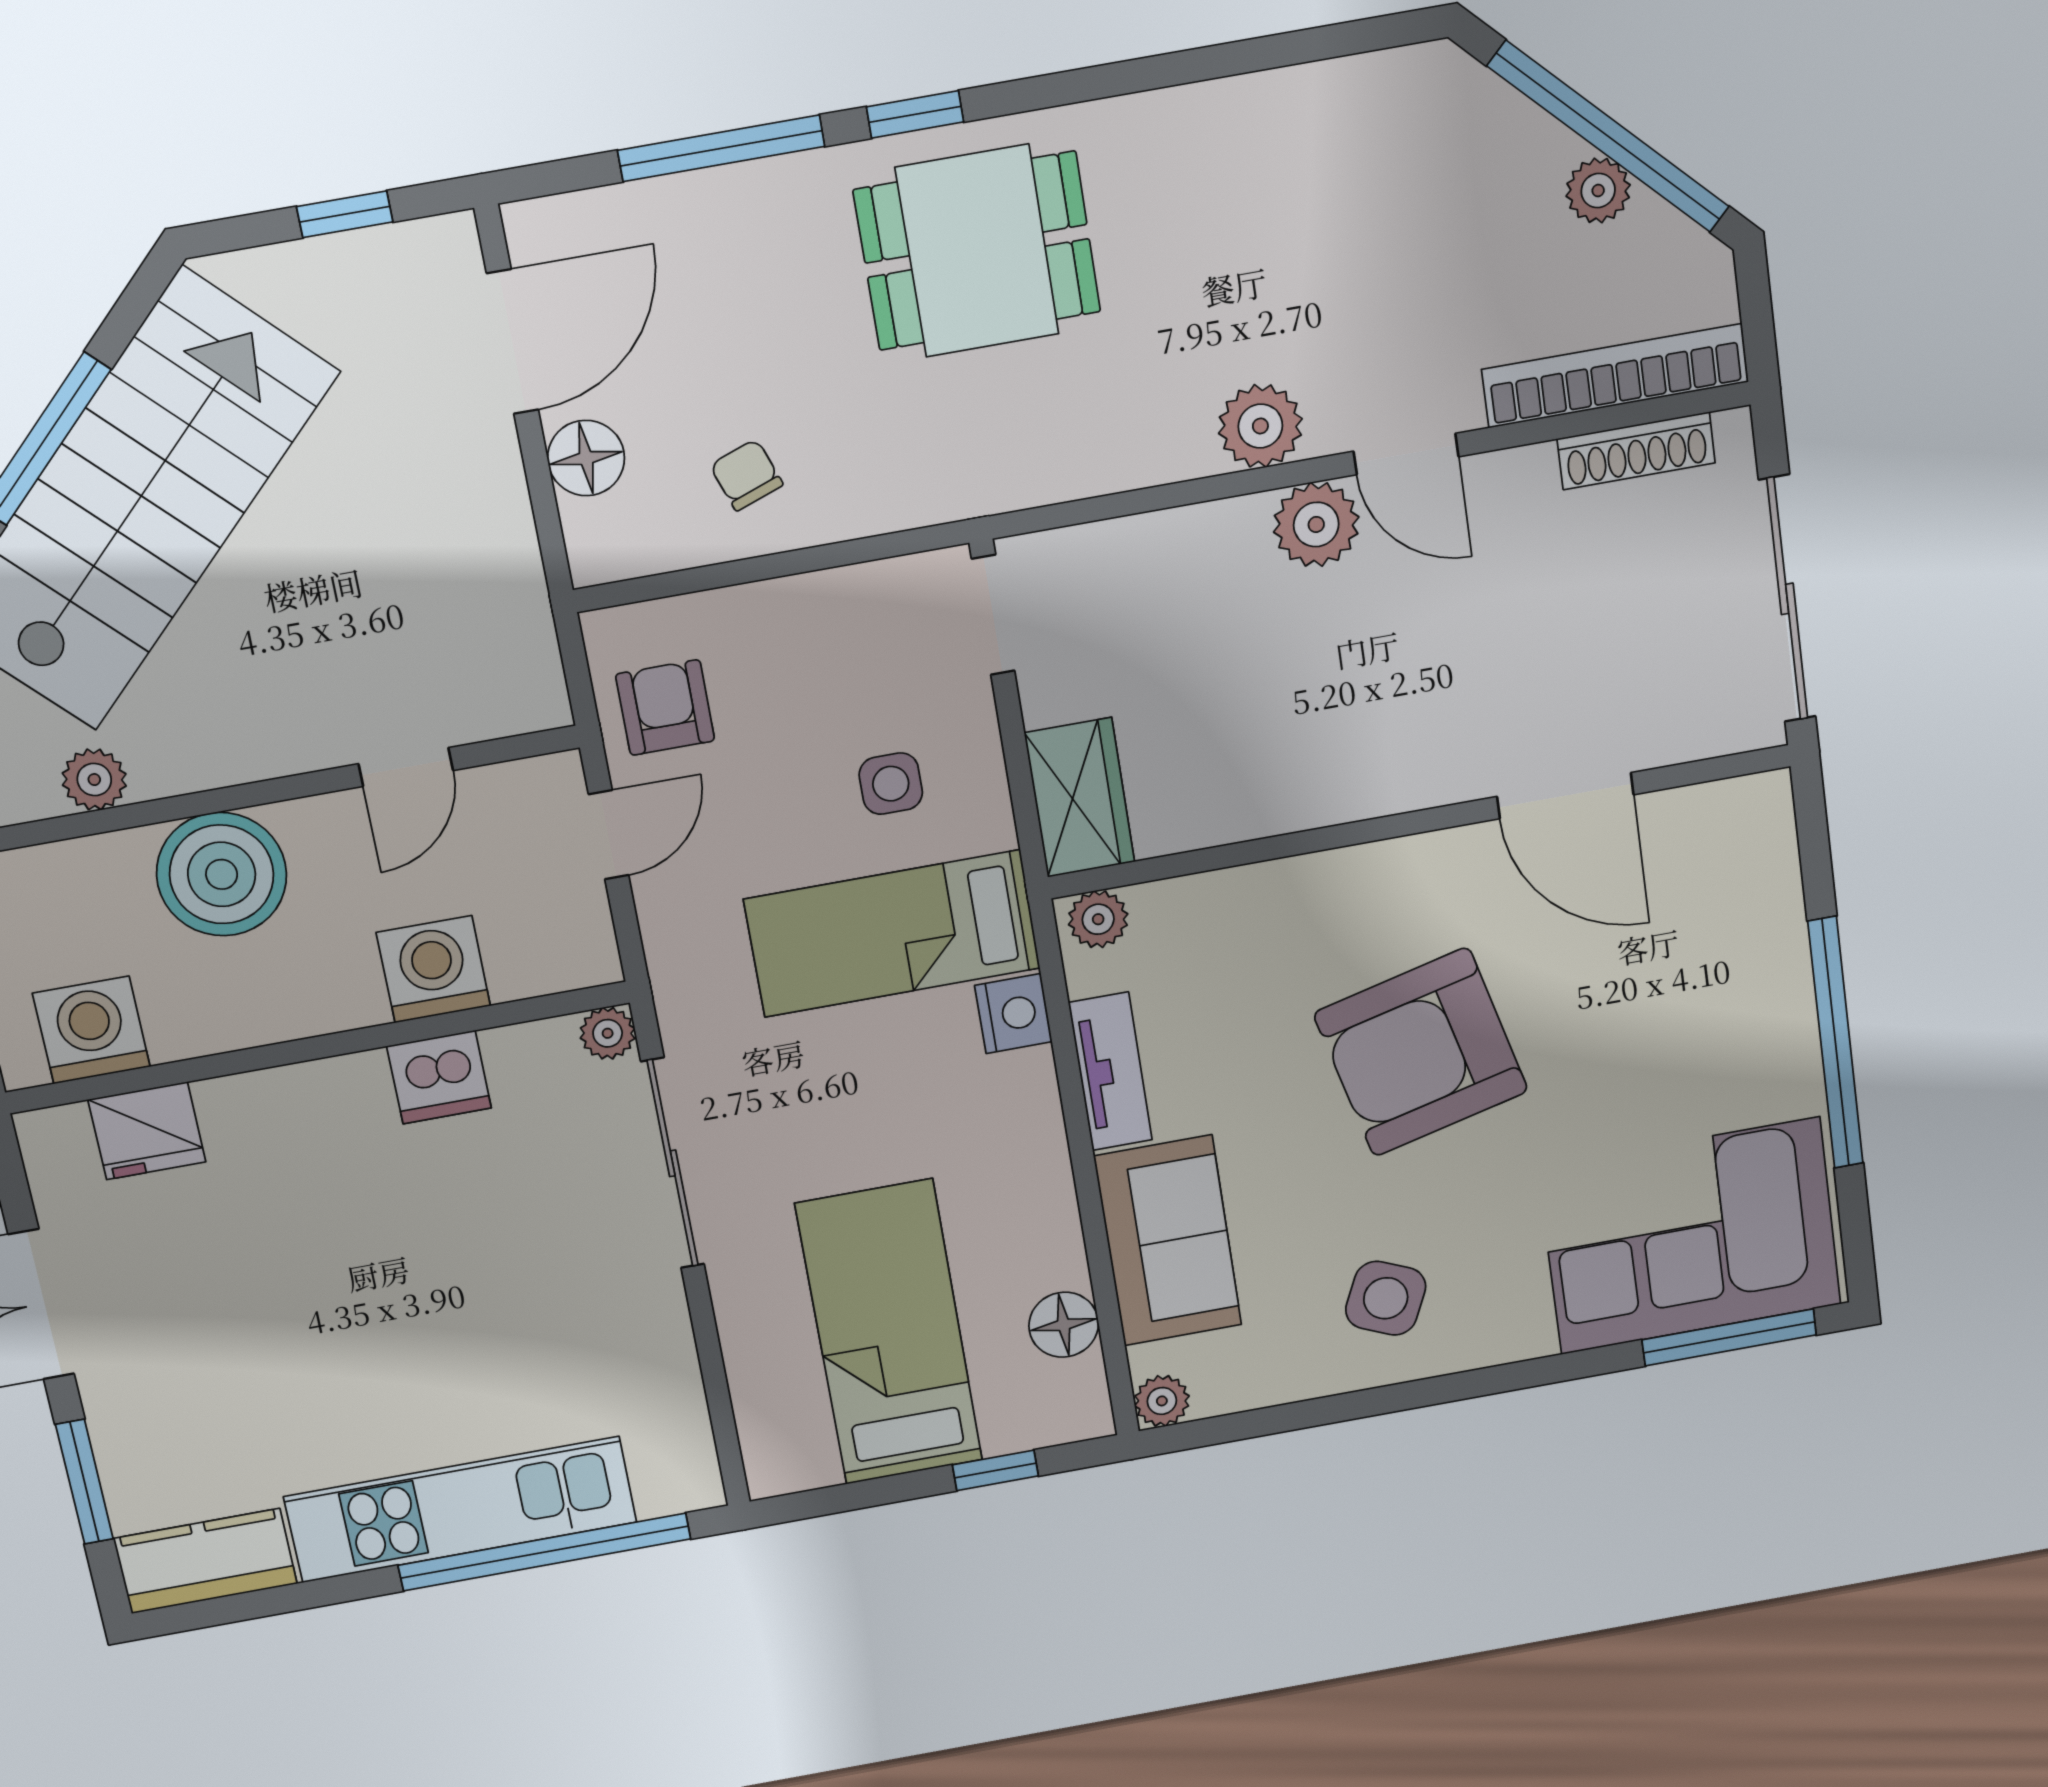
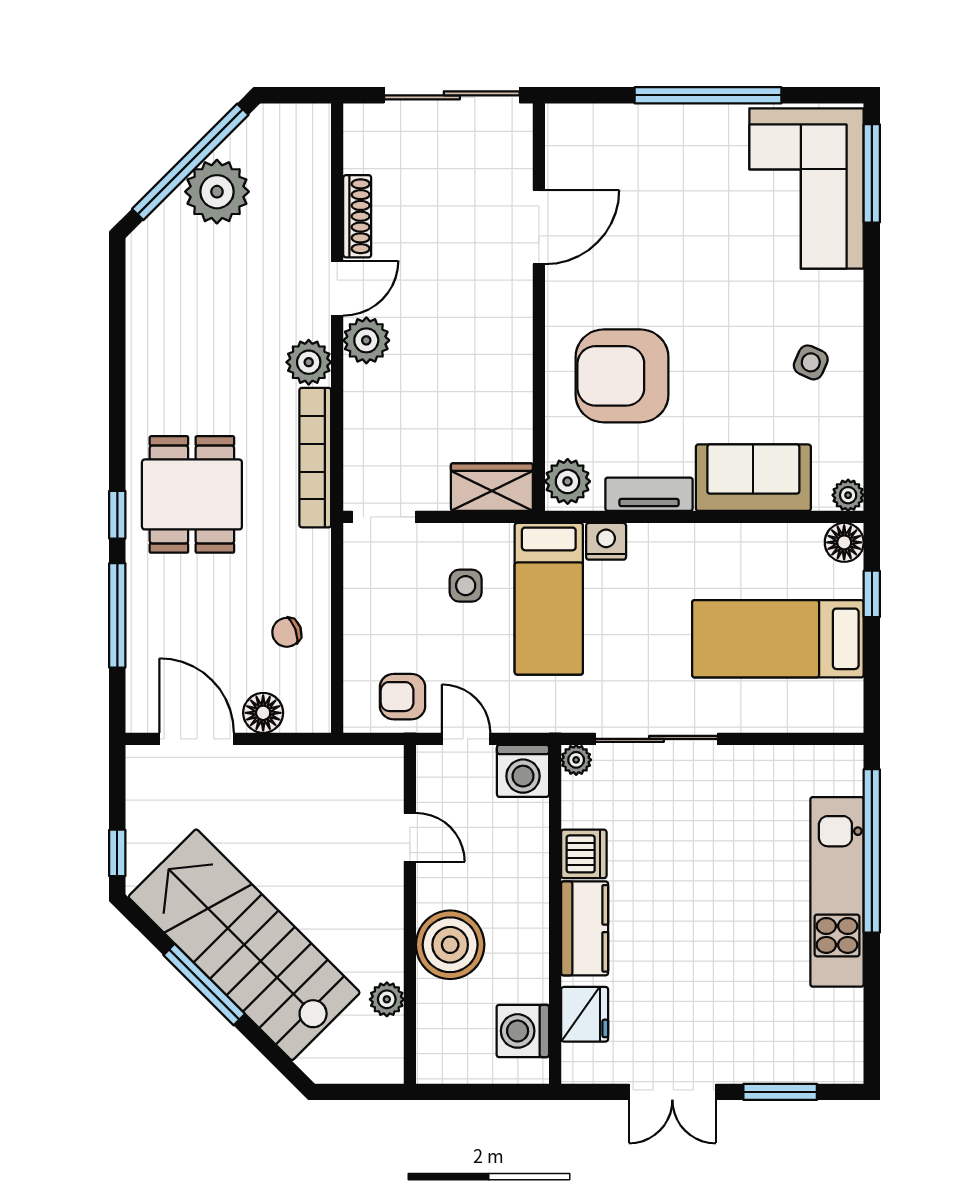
plant: (1598, 191) -> (217, 192), width x1.87, depth x1.87
window: (345, 214) -> (117, 853), moved
bookcase: (1615, 376) -> (315, 458), moved
shoe rack: (1636, 451) -> (357, 216), moved
plant: (1098, 919) -> (568, 481), width x1.38, depth x1.38
washing machine: (433, 969) -> (523, 771), moved, turned -90
armchair: (1421, 1052) -> (622, 376), moved, turned 104
side table: (1386, 1298) -> (811, 362), width x0.73, depth x0.73
floor lamp: (1064, 1325) -> (844, 542), moved
kitchen counter: (205, 1561) -> (585, 928), moved, turned 180

